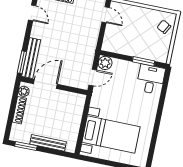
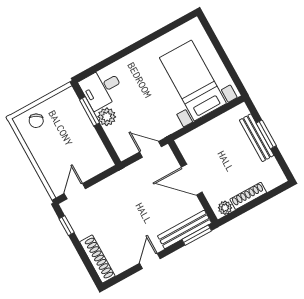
door: (32, 13) -> (150, 261), moved
plant: (105, 63) -> (107, 117), moved
door: (45, 84) -> (192, 180), moved
window: (26, 146) -> (266, 134), moved

